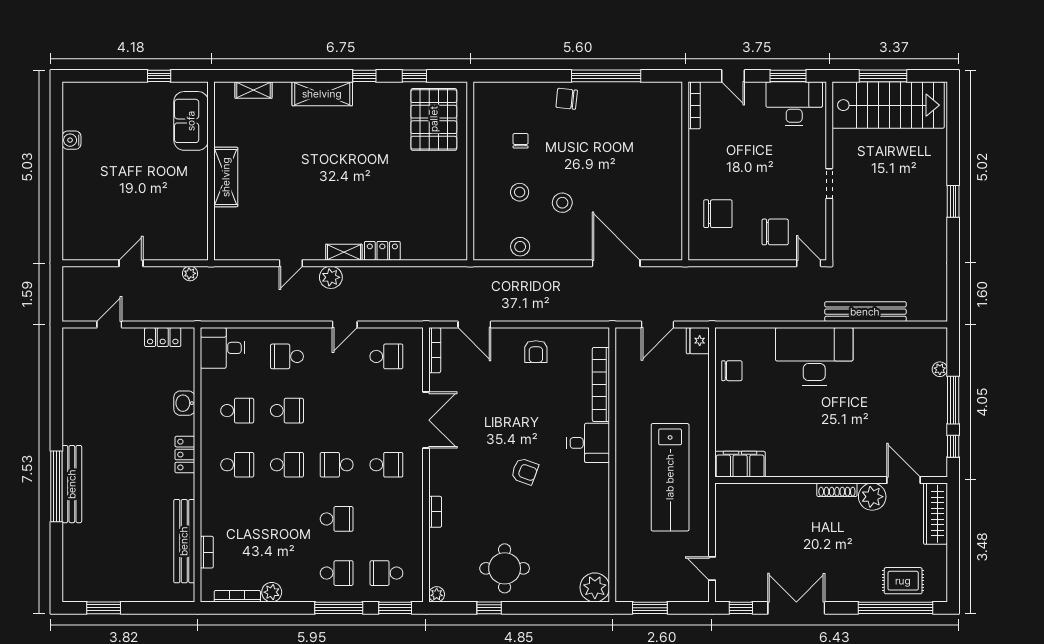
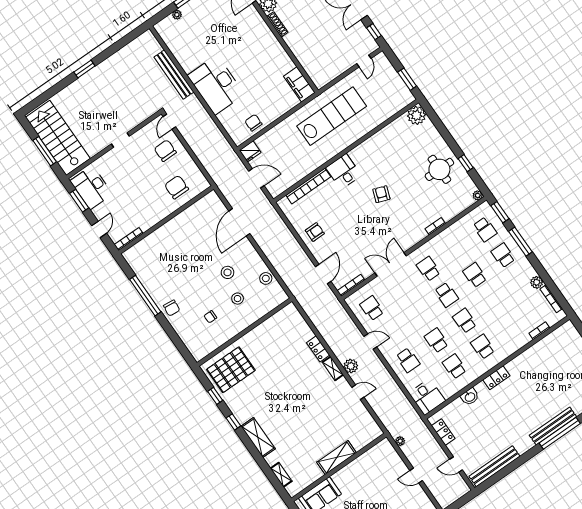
bench: (184, 541) -> (494, 466), moved

